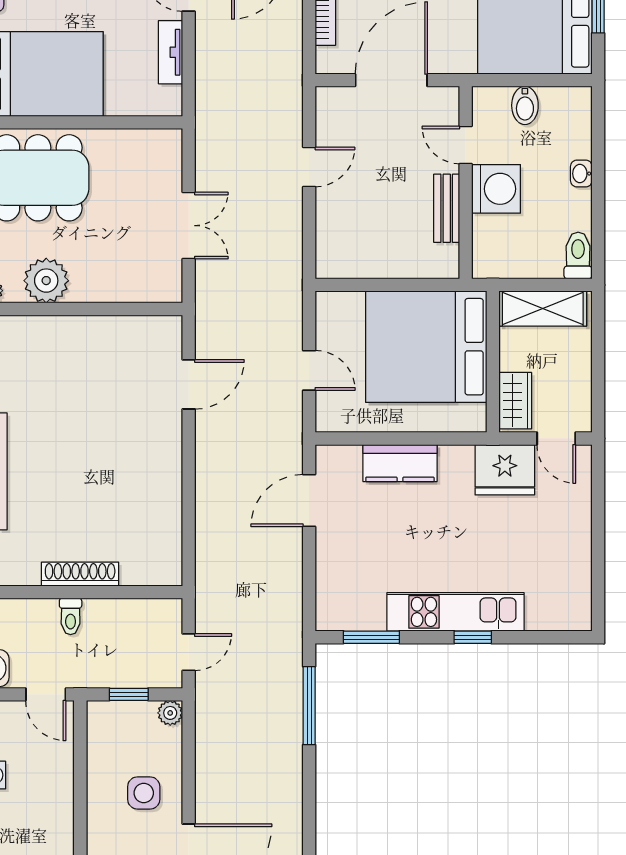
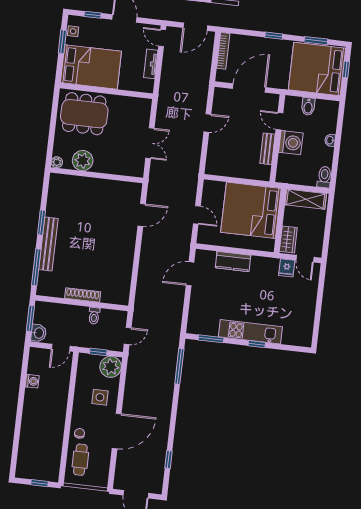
fridge: (505, 470) -> (287, 268), width x0.53, depth x0.75
toilet: (71, 616) -> (94, 316), moved
door: (46, 694) -> (61, 348), hinge flipped
plant: (170, 713) -> (111, 367), width x1.87, depth x1.87

